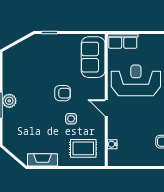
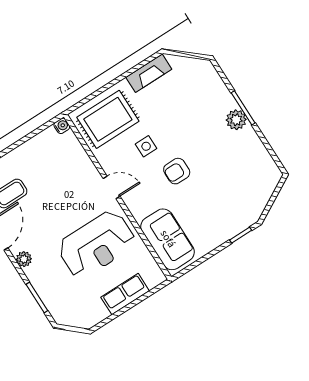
row of seats: (123, 41) -> (125, 294), moved
water cooler: (112, 144) -> (62, 126), moved
rug: (83, 148) -> (108, 119), width x1.36, depth x1.43

